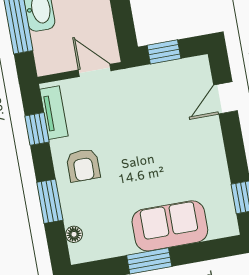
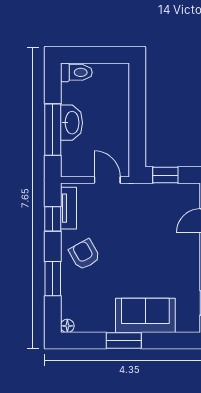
armchair: (83, 165) -> (84, 255), turned 151
floor lamp: (74, 234) -> (67, 326), moved

